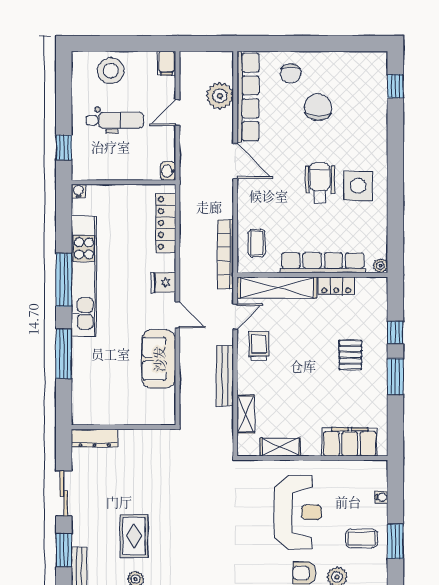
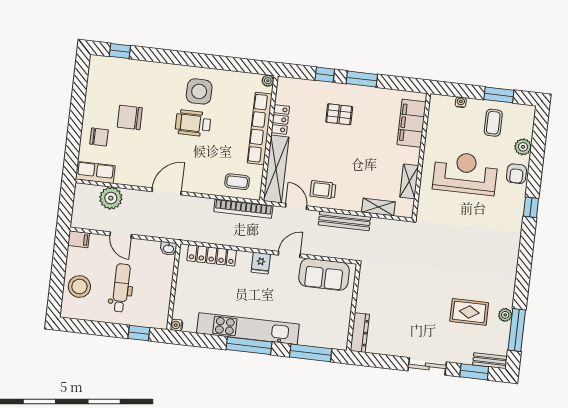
row of seats: (248, 97) -> (95, 172), width x0.50
wall: (124, 427) -> (353, 307), moved
dresser: (95, 438) -> (360, 333), moved

